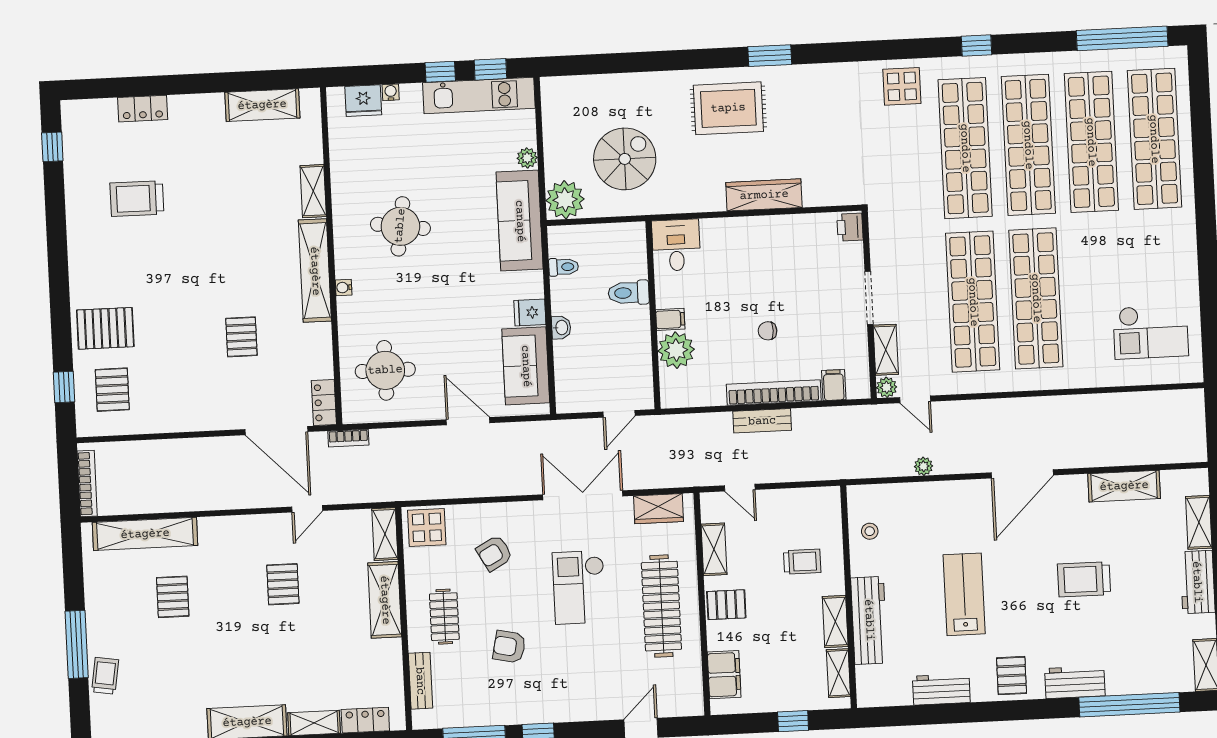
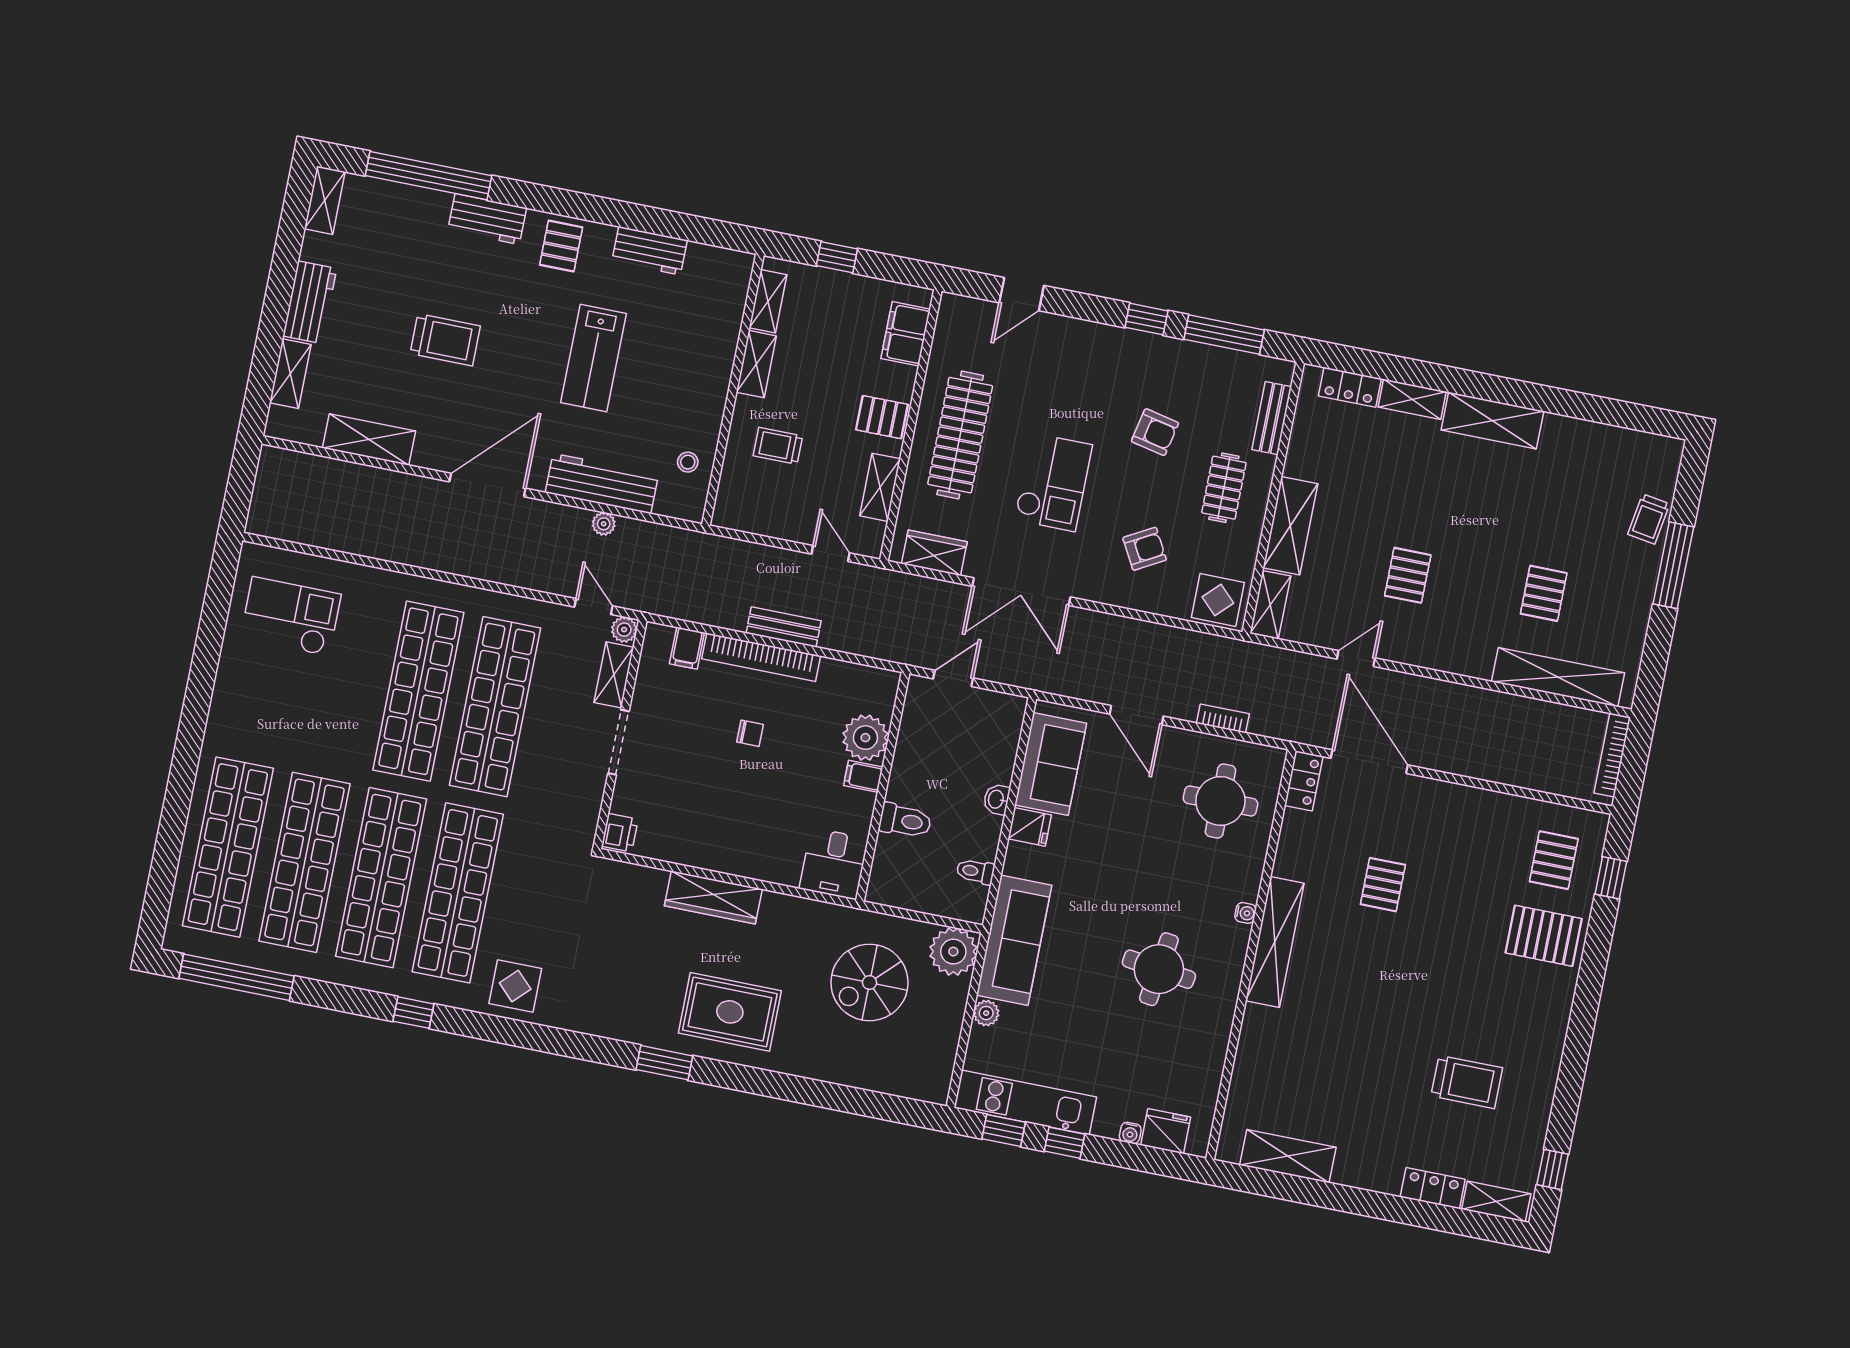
shelving: (313, 191) -> (1496, 1202), moved, turned 90
bookcase: (348, 438) -> (1223, 718), moved
workbench: (869, 620) -> (602, 483), moved, turned 90

